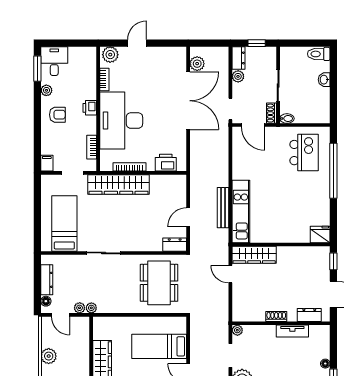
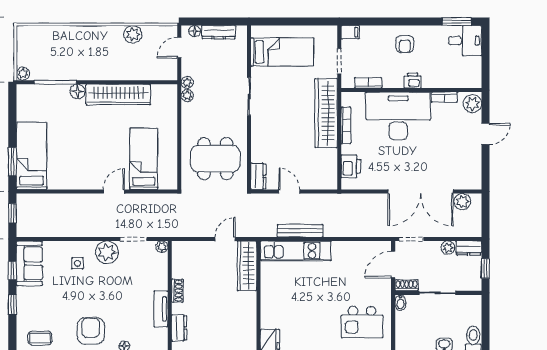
door: (137, 43) -> (485, 134), hinge flipped
plant: (46, 90) -> (432, 32), removed
plant: (80, 308) -> (187, 96), moved

